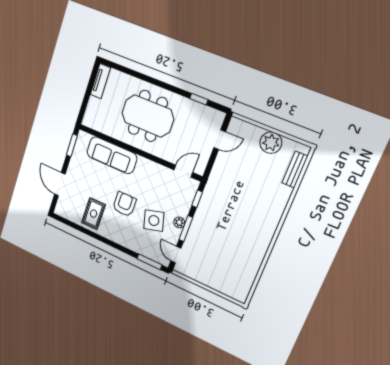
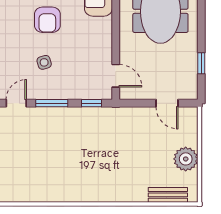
armchair: (124, 204) -> (47, 20), turned 90
side table: (154, 221) -> (44, 62), width x0.54, depth x0.54
plant: (179, 222) -> (55, 93), removed

